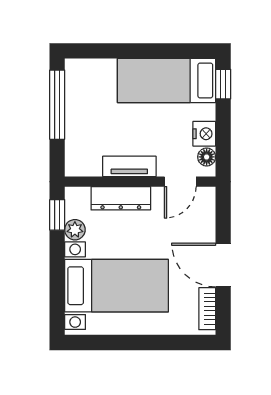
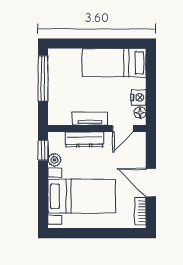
window: (223, 84) -> (151, 65), removed

